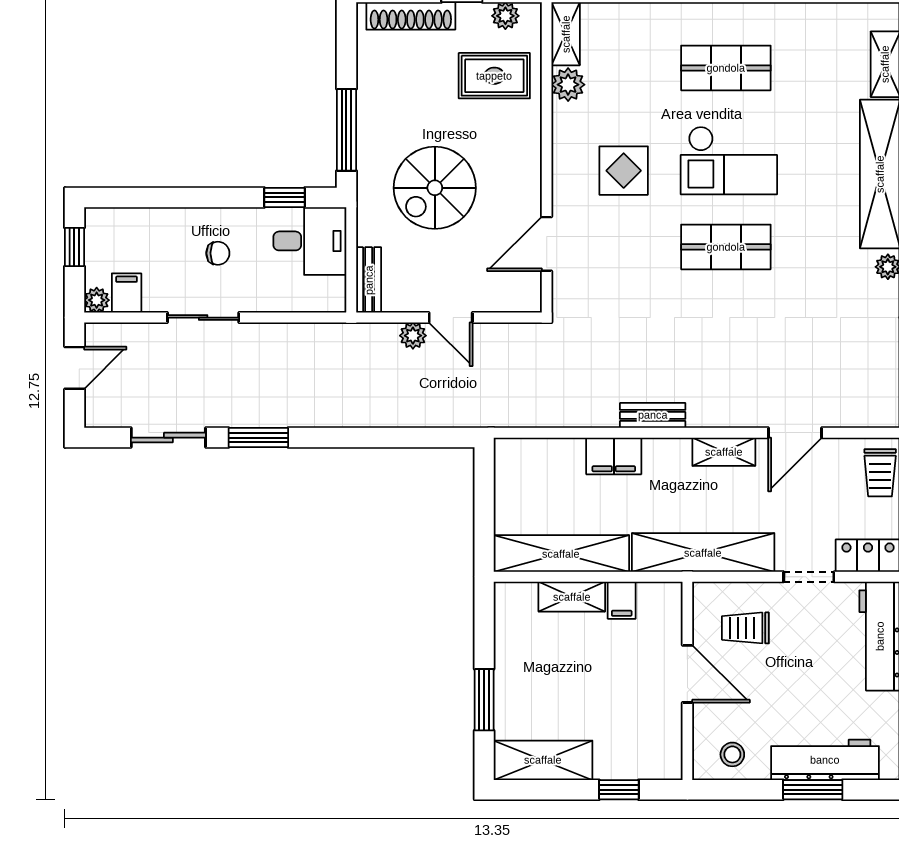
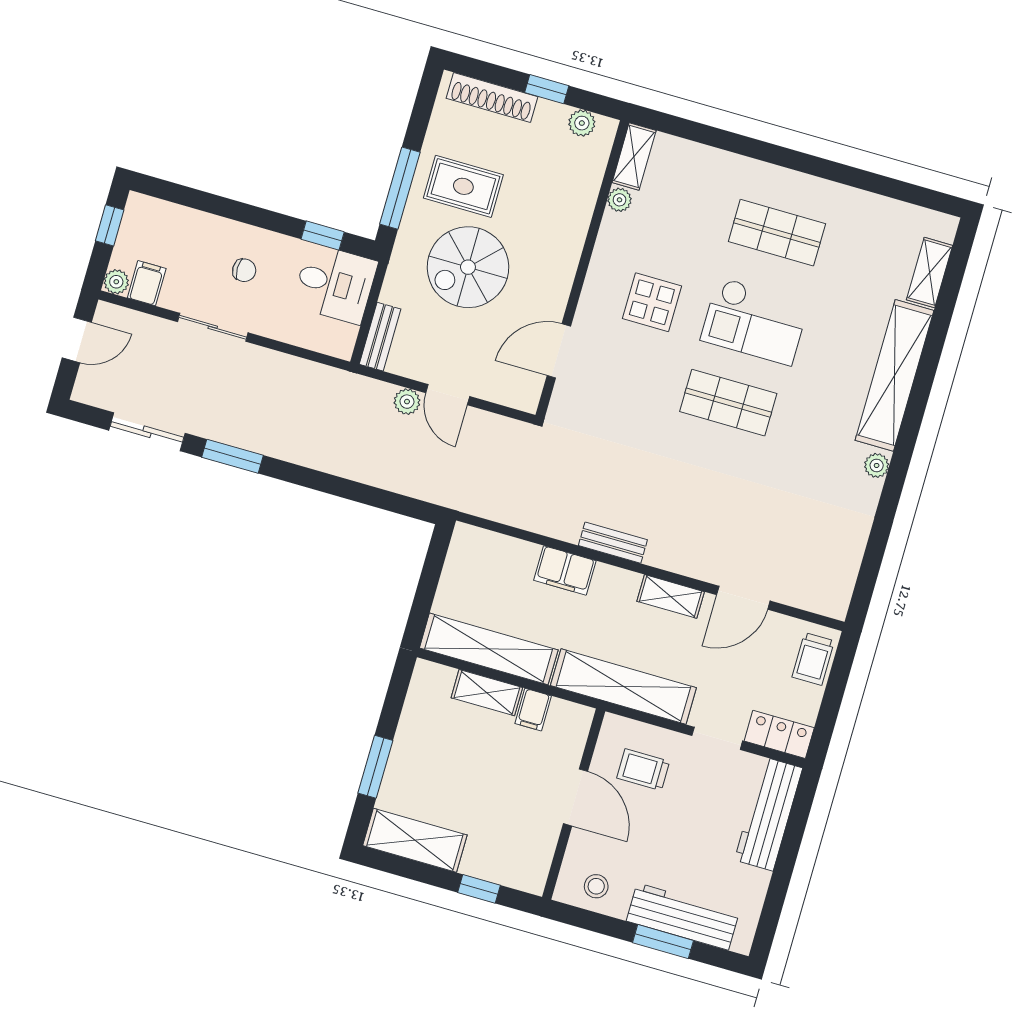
rug: (494, 76) -> (463, 186), moved
plant: (568, 85) -> (620, 200), width x0.73, depth x0.73

